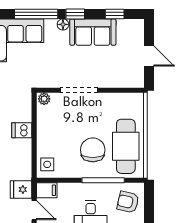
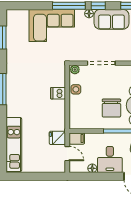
chair: (93, 150) -> (111, 108), turned 180
side table: (47, 164) -> (76, 89), moved

